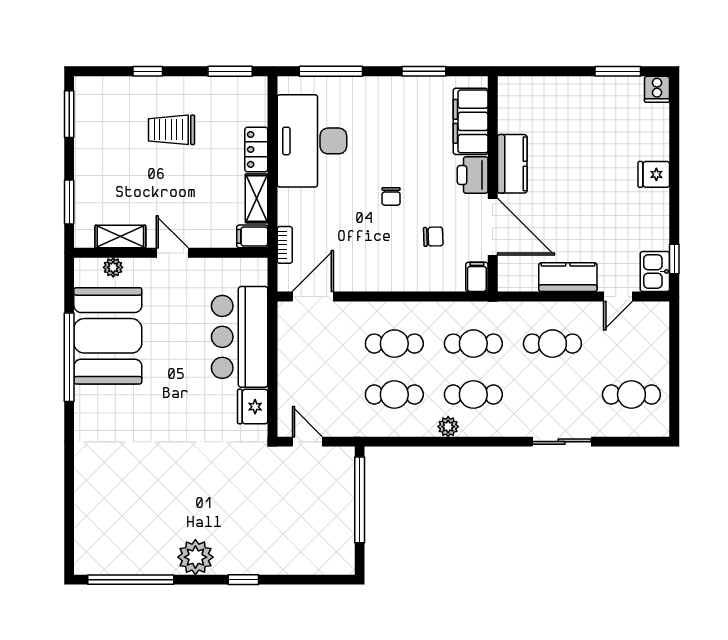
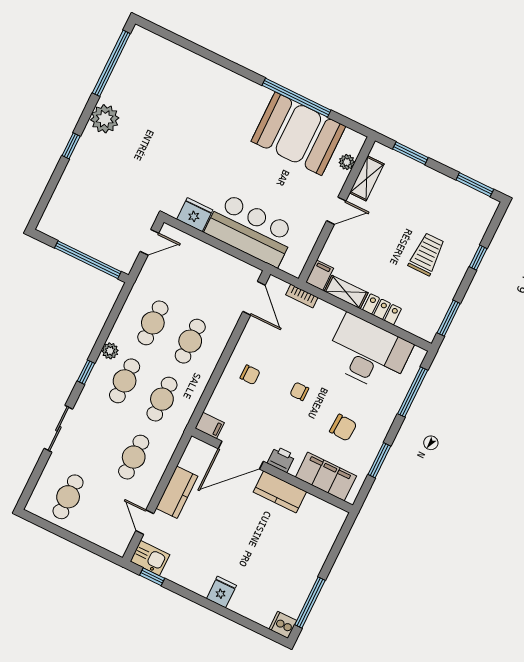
window: (618, 71) -> (310, 602), width x1.44
chair: (407, 129) -> (343, 428), added
printer: (473, 175) -> (281, 459), width x0.73, depth x0.81
chair: (433, 237) -> (250, 375), moved, turned -88
window: (485, 442) -> (86, 372), added

